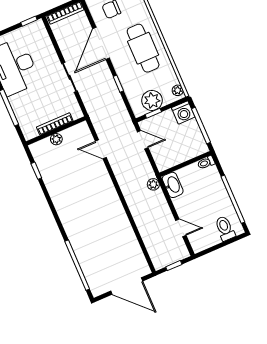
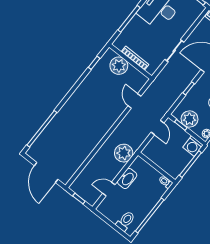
plant: (56, 139) -> (119, 66), width x1.87, depth x1.87
plant: (153, 184) -> (124, 153), width x1.87, depth x1.87
washbasin: (173, 185) -> (127, 178), moved
door: (181, 228) -> (109, 189), swing flipped

